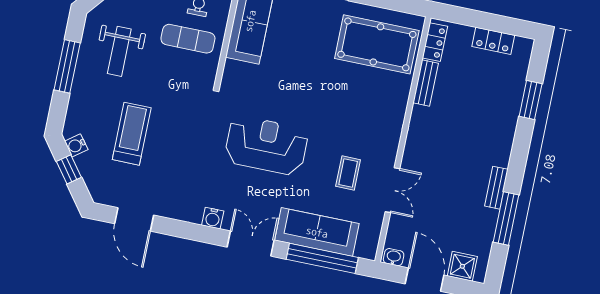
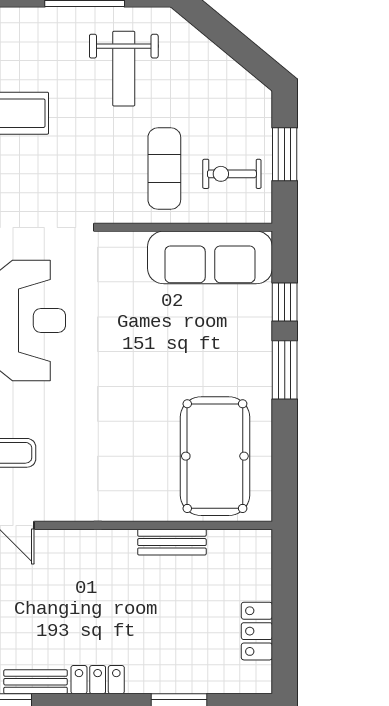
locker: (435, 42) -> (98, 680), moved, turned 180
weight bench: (119, 51) -> (124, 69), turned -90

